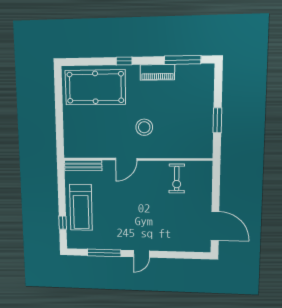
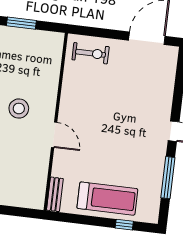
bench: (83, 165) -> (55, 194), width x0.73
exercise bike: (177, 179) -> (91, 53), moved

